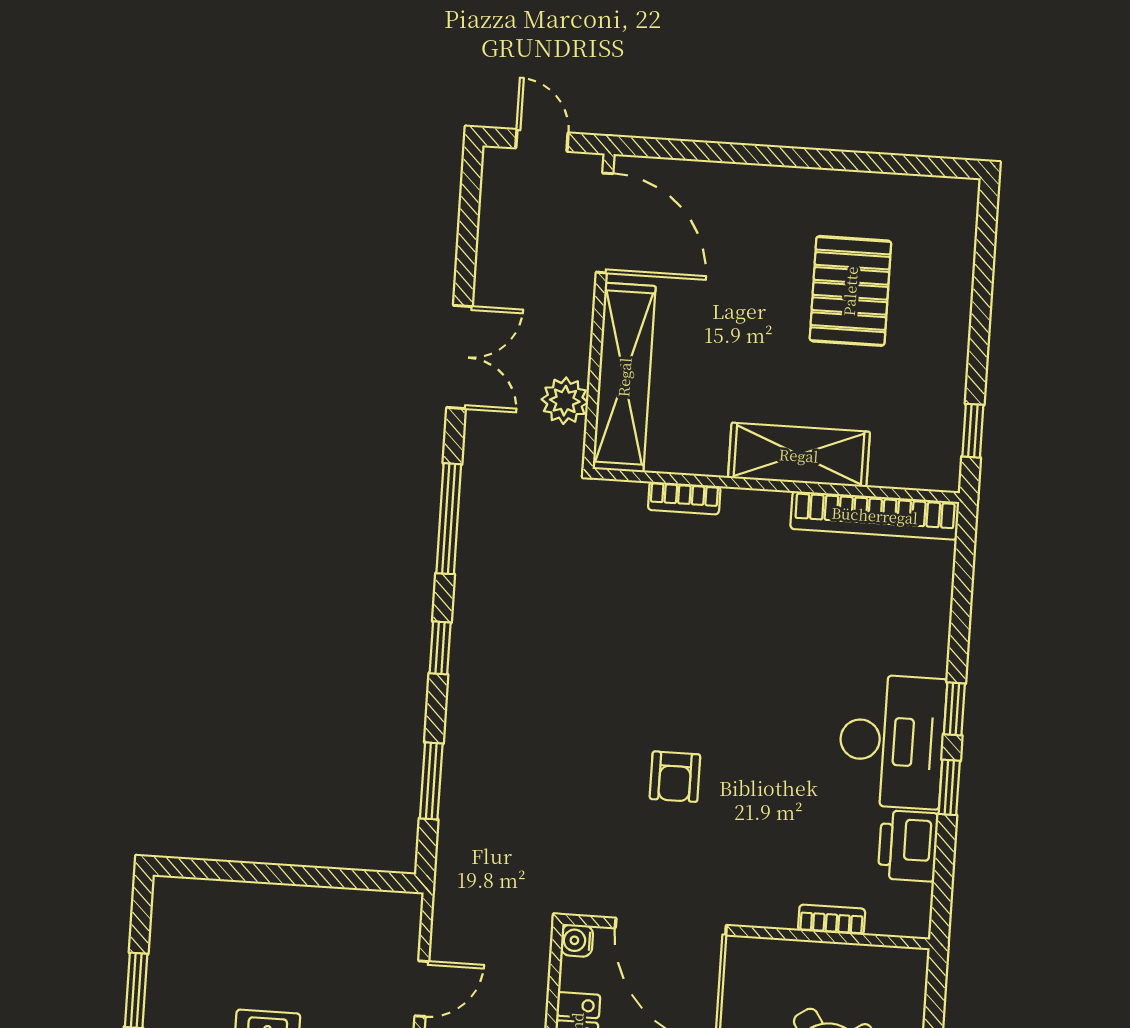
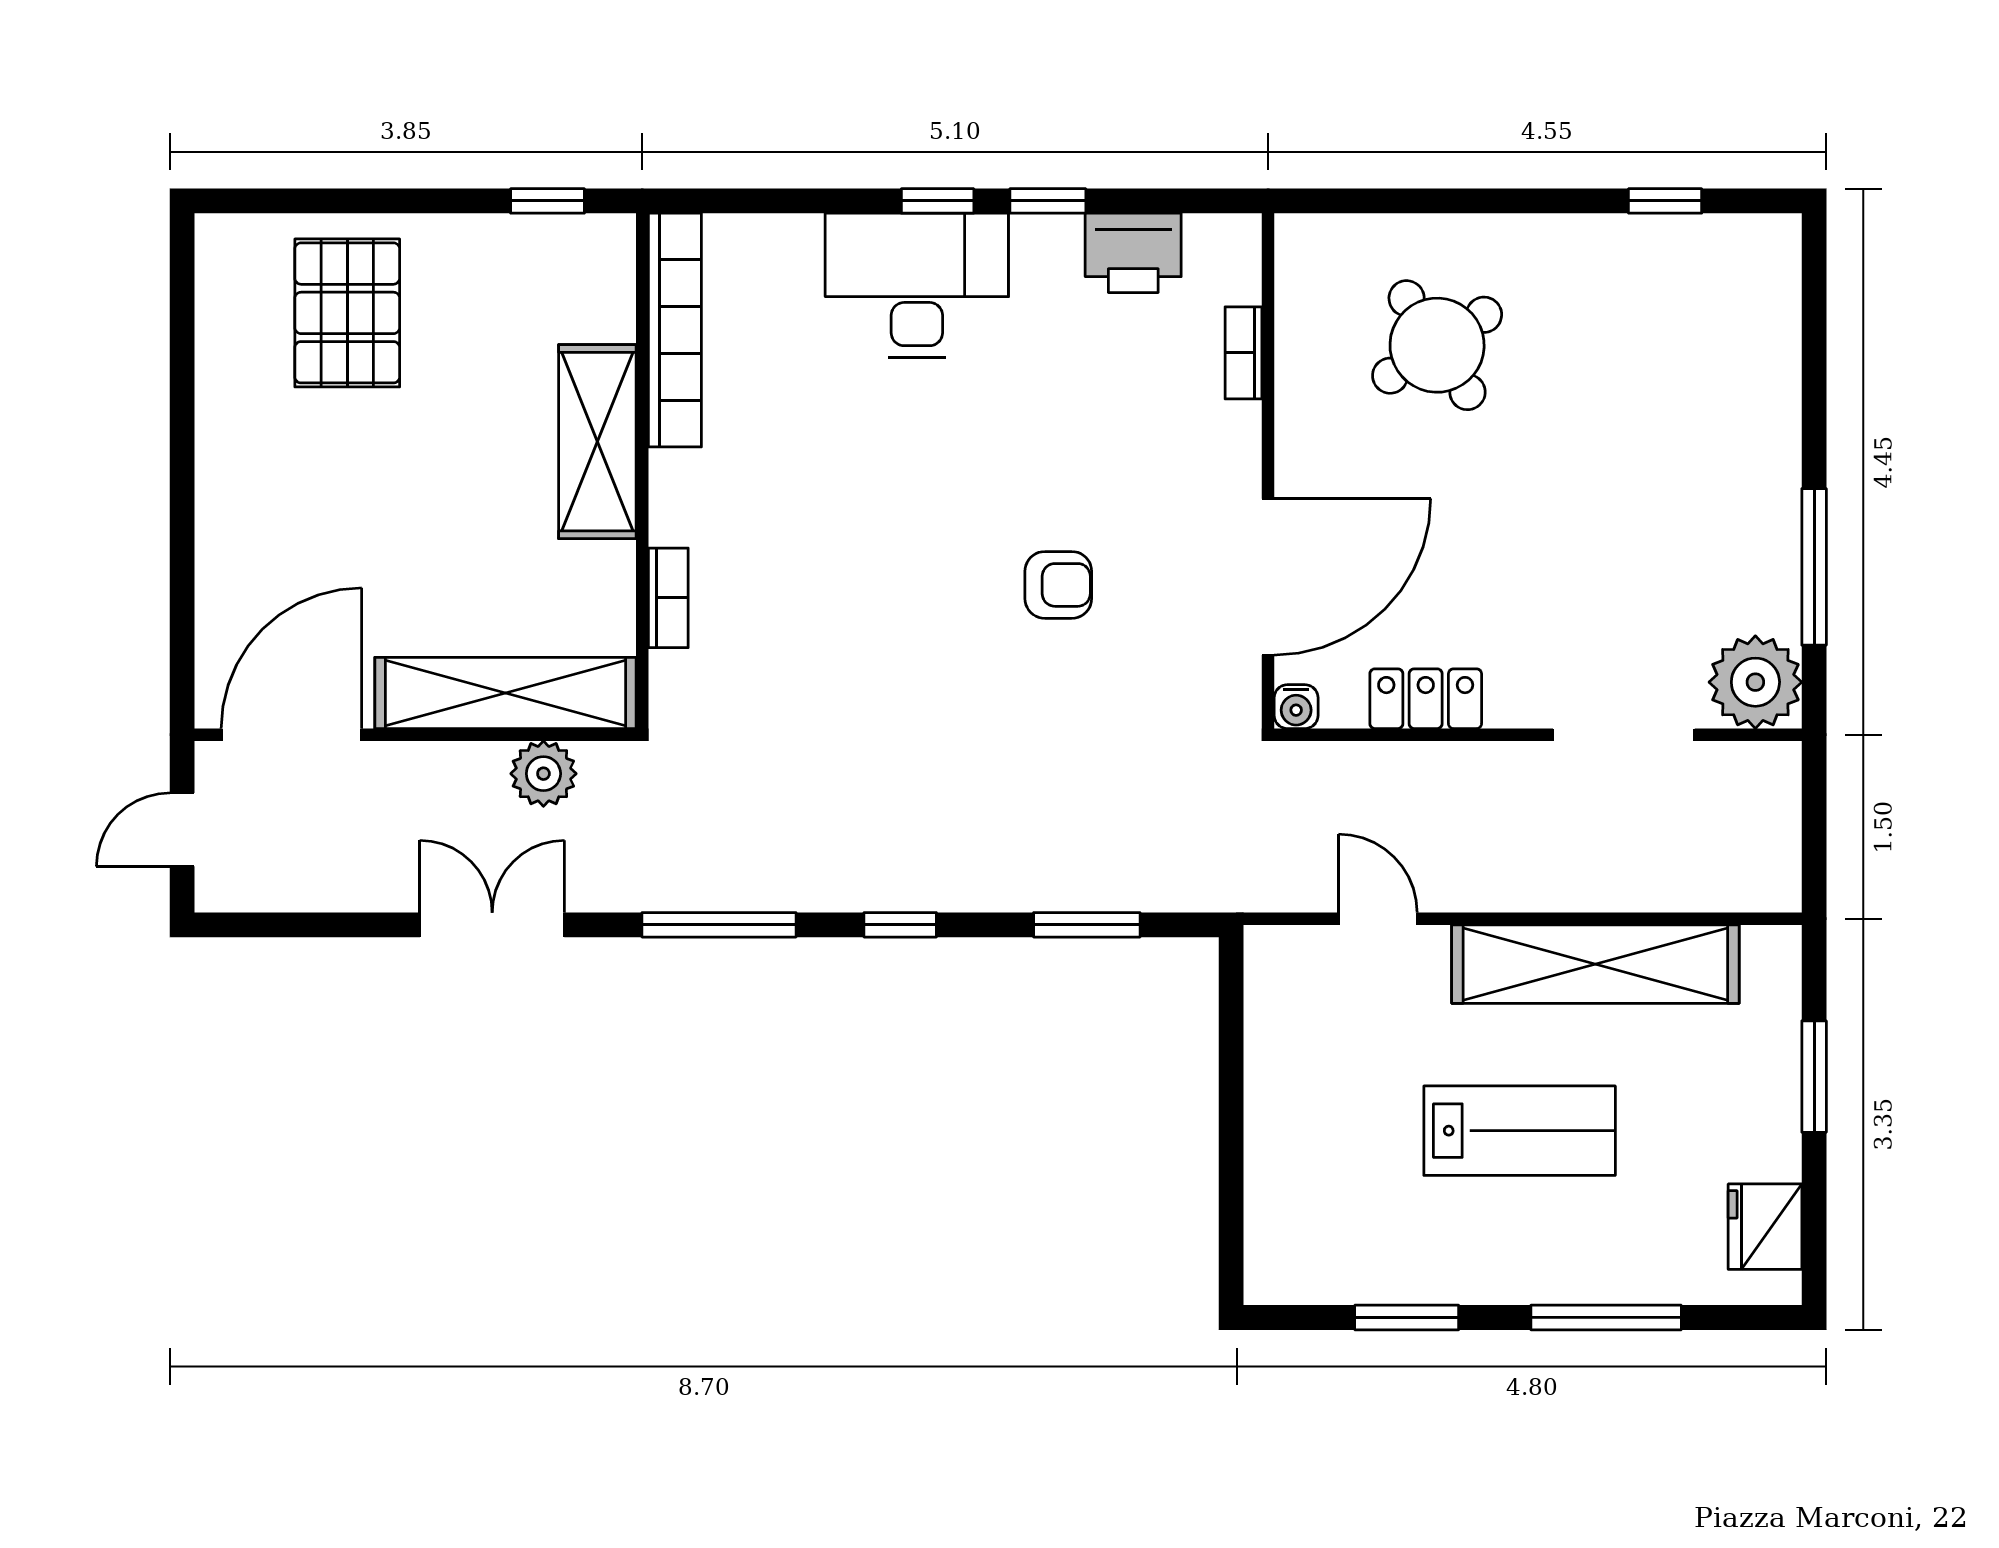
pallet: (850, 291) -> (347, 313), moved, turned 90
desk: (892, 741) -> (917, 285), moved

